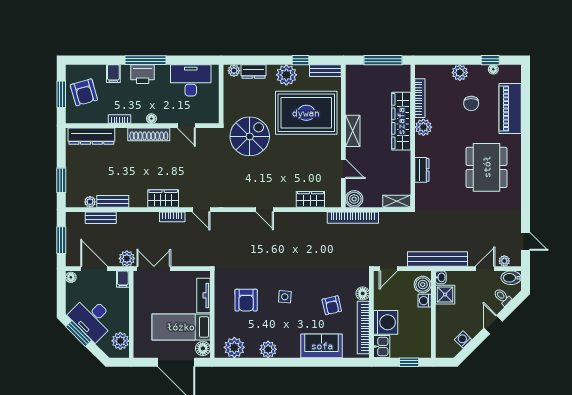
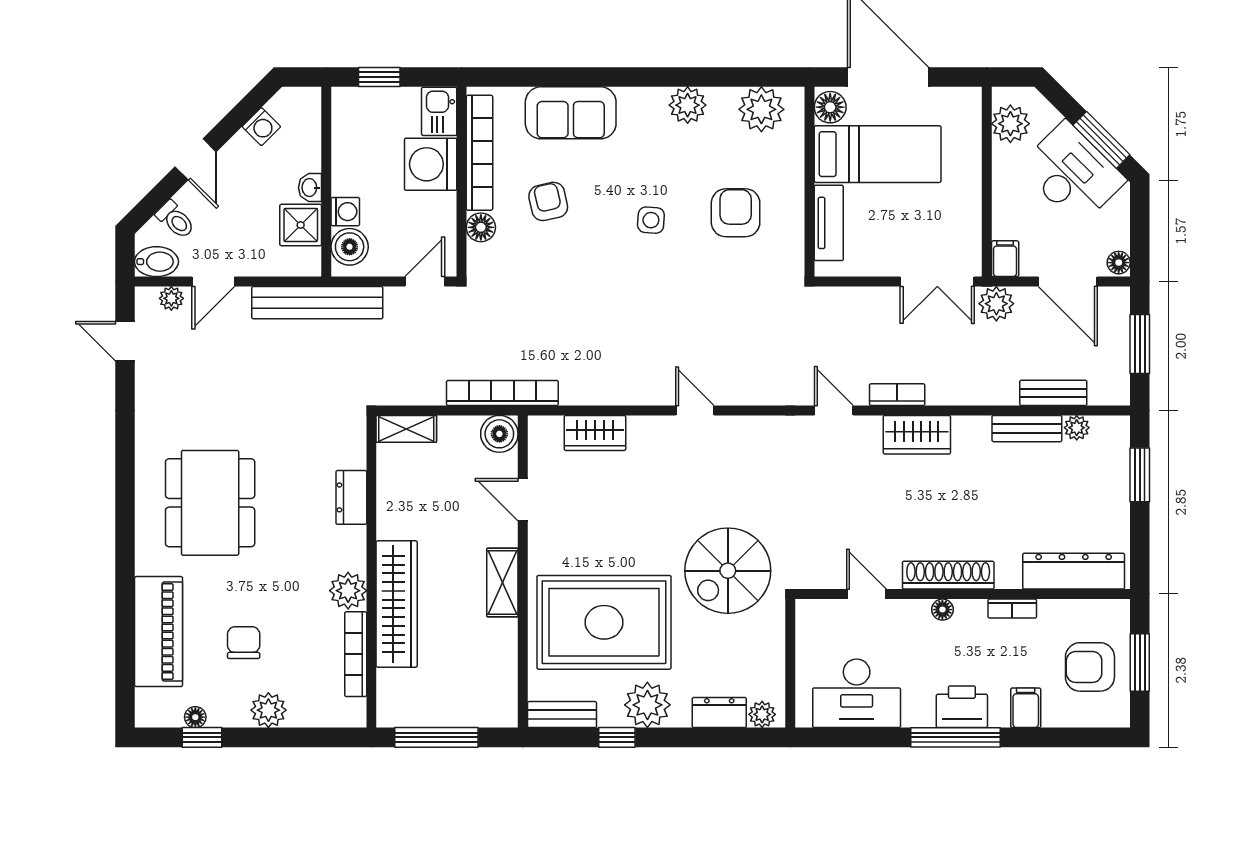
armchair: (84, 92) -> (1090, 667), turned -74
washbasin: (441, 277) -> (310, 188), moved

